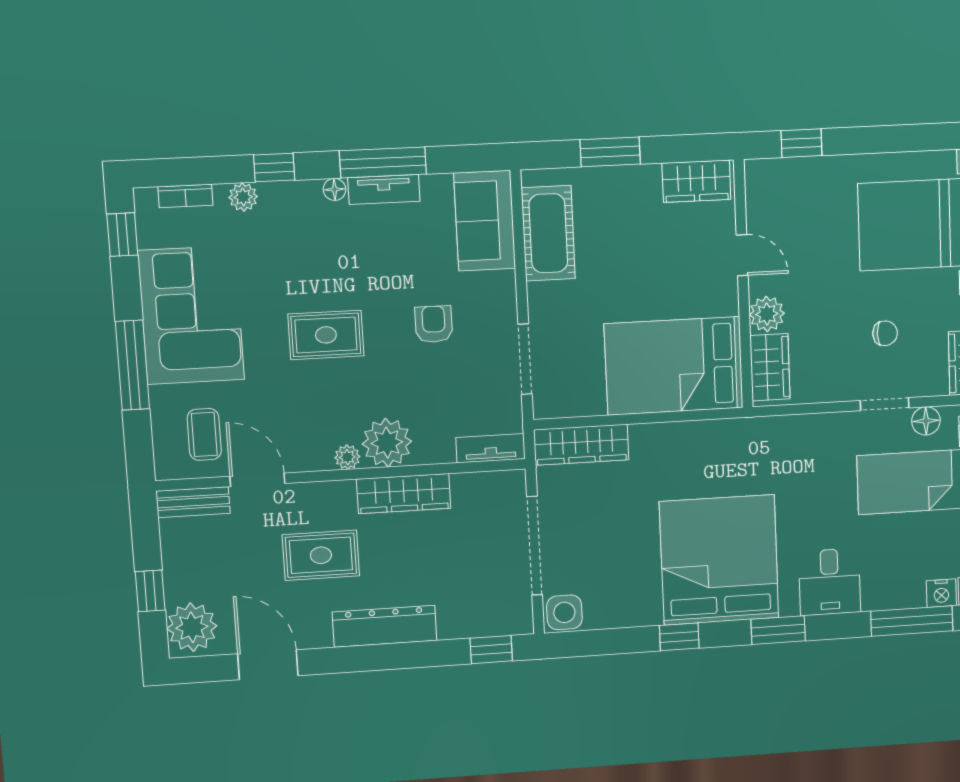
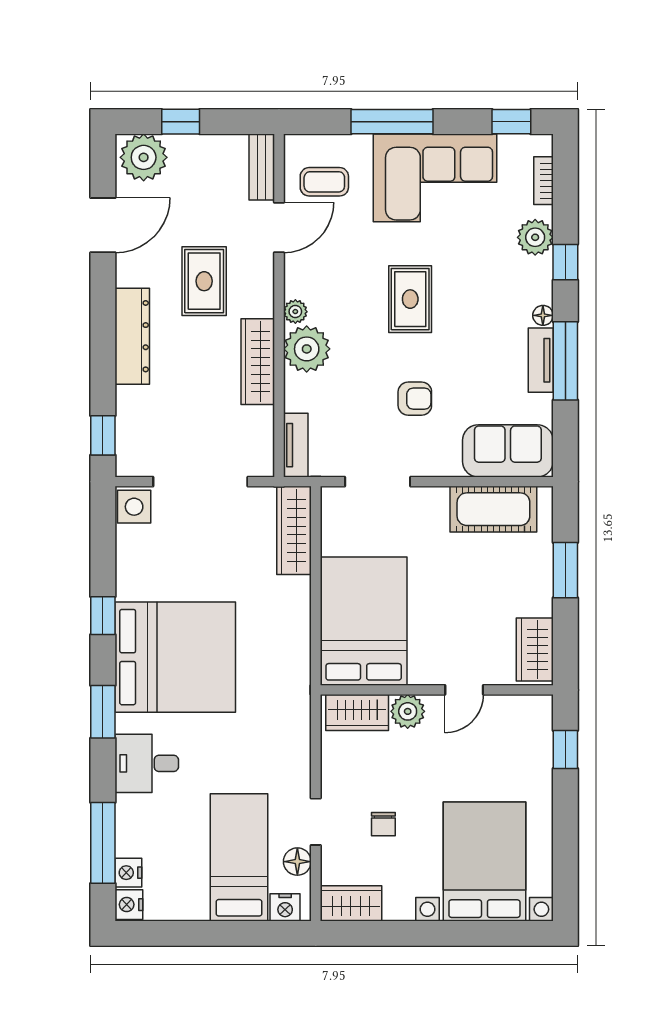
plant: (243, 197) -> (535, 237), width x1.38, depth x1.38

